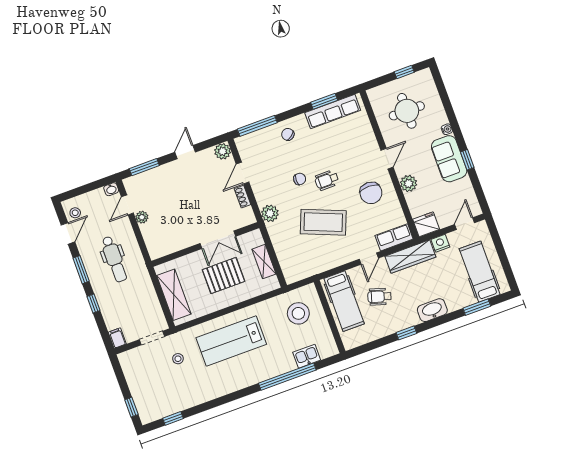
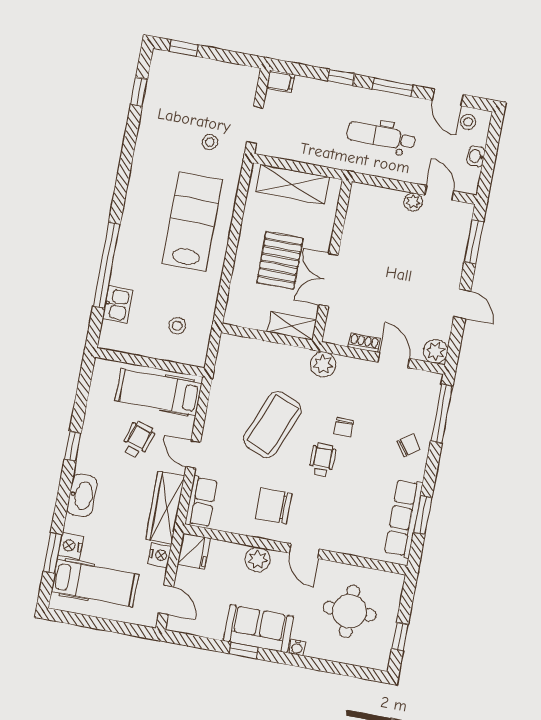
washbasin: (111, 189) -> (476, 156), moved
shelving: (264, 262) -> (292, 326), moved
nightstand: (466, 299) -> (71, 546), added
stool: (298, 313) -> (177, 326), width x0.53, depth x0.53

